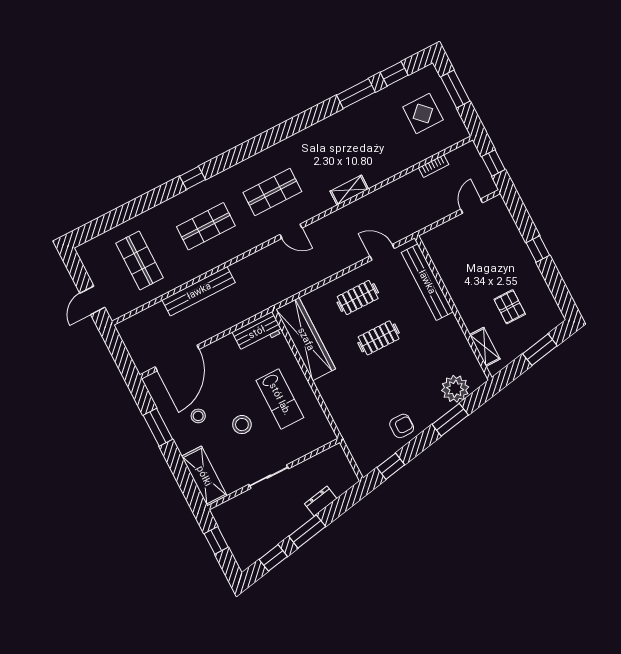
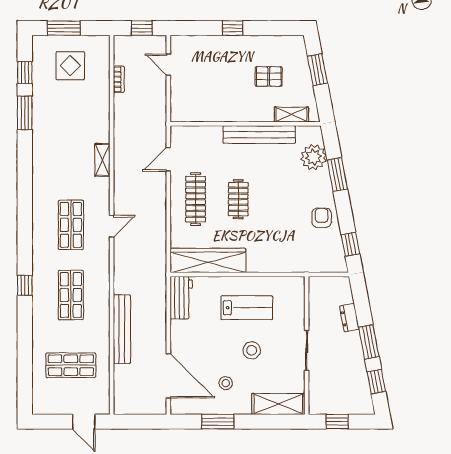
bench: (427, 282) -> (259, 135), moved
clothes rail: (358, 297) -> (196, 199), width x1.36

